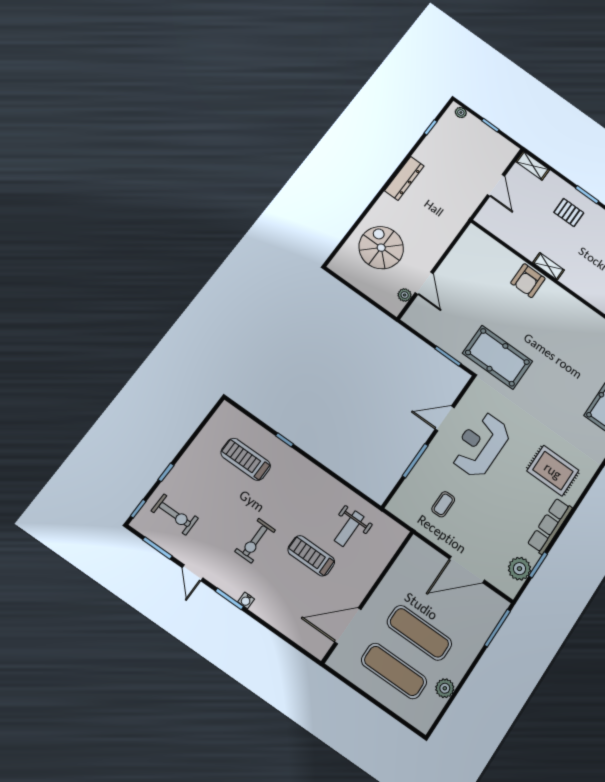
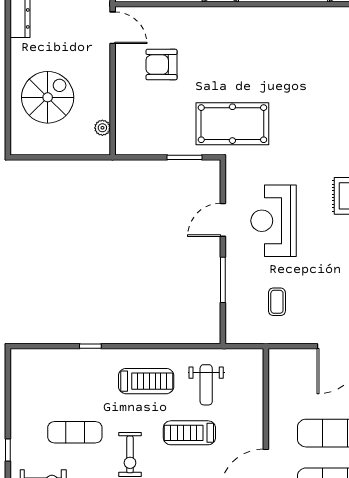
spiral stairs: (381, 248) -> (48, 97), turned 90
armchair: (528, 281) -> (162, 65), moved, turned 90
door: (424, 283) -> (113, 28), moved
treadmill: (246, 459) -> (146, 381), moved, turned 180
exercise mat: (226, 495) -> (75, 432), added

